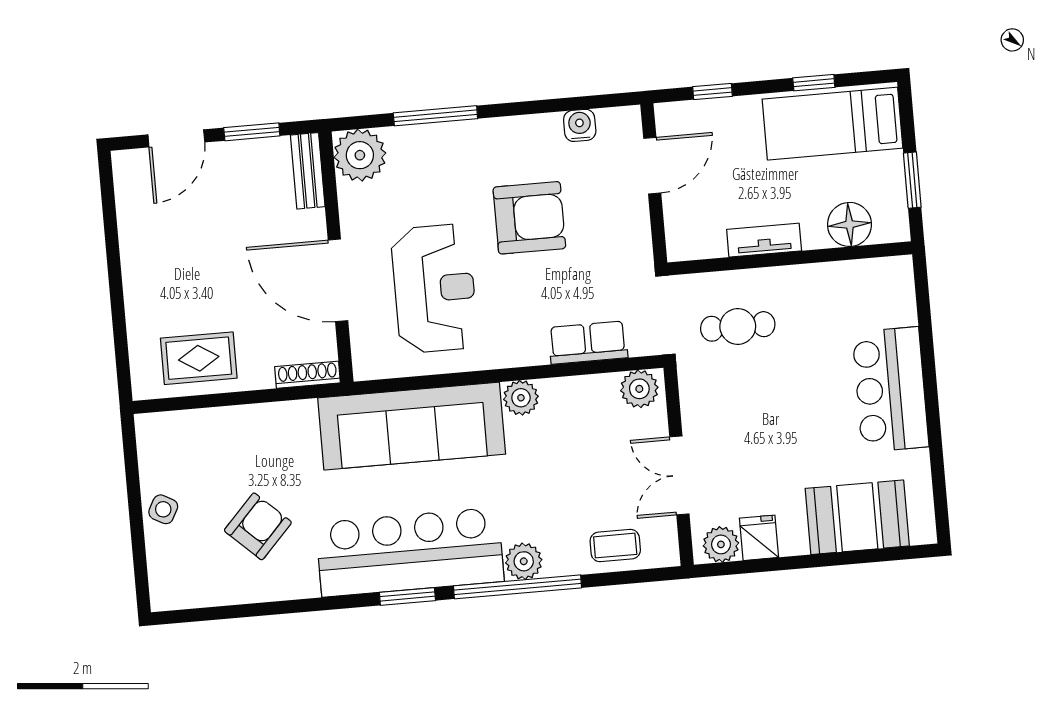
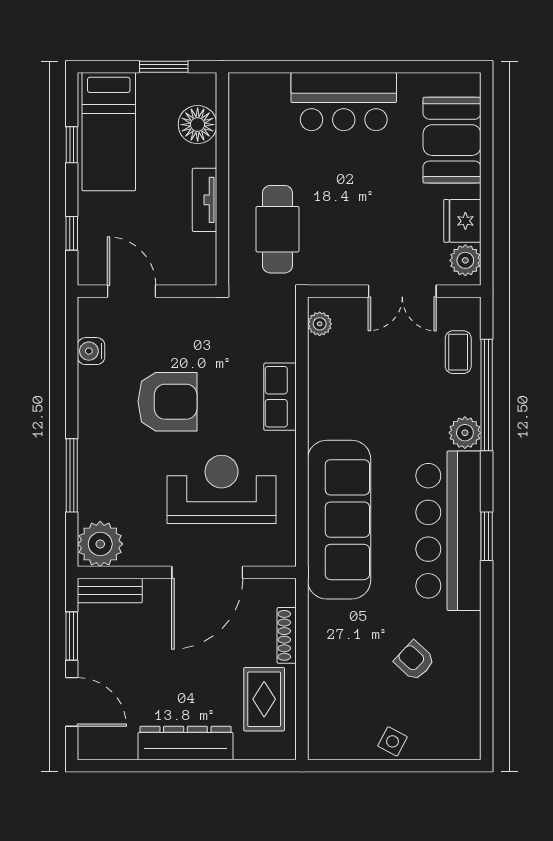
armchair: (529, 218) -> (167, 402), turned 90
dresser: (141, 273) -> (185, 743), added
cafe table: (738, 326) -> (277, 229), width x1.37, depth x1.35
row of seats: (588, 343) -> (280, 397), moved
shoe rack: (308, 375) -> (287, 635), moved
plant: (639, 389) -> (320, 324), width x0.73, depth x0.73
plant: (521, 398) -> (323, 423), removed
armchair: (258, 526) -> (415, 661), width x0.72, depth x0.72
fridge: (759, 538) -> (462, 221), width x1.38
window: (517, 587) -> (487, 395), moved

